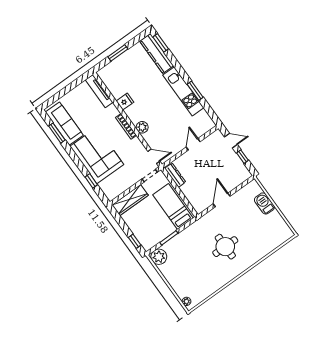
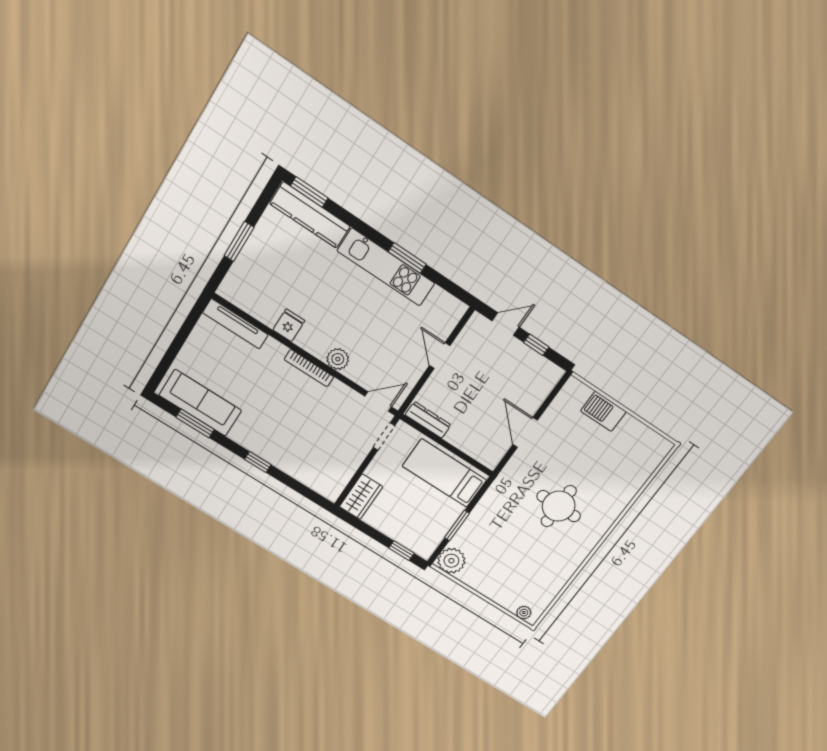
corner sofa: (97, 155) -> (279, 436), removed
window: (91, 181) -> (258, 462), moved
wardrobe: (130, 200) -> (361, 497), width x0.67

